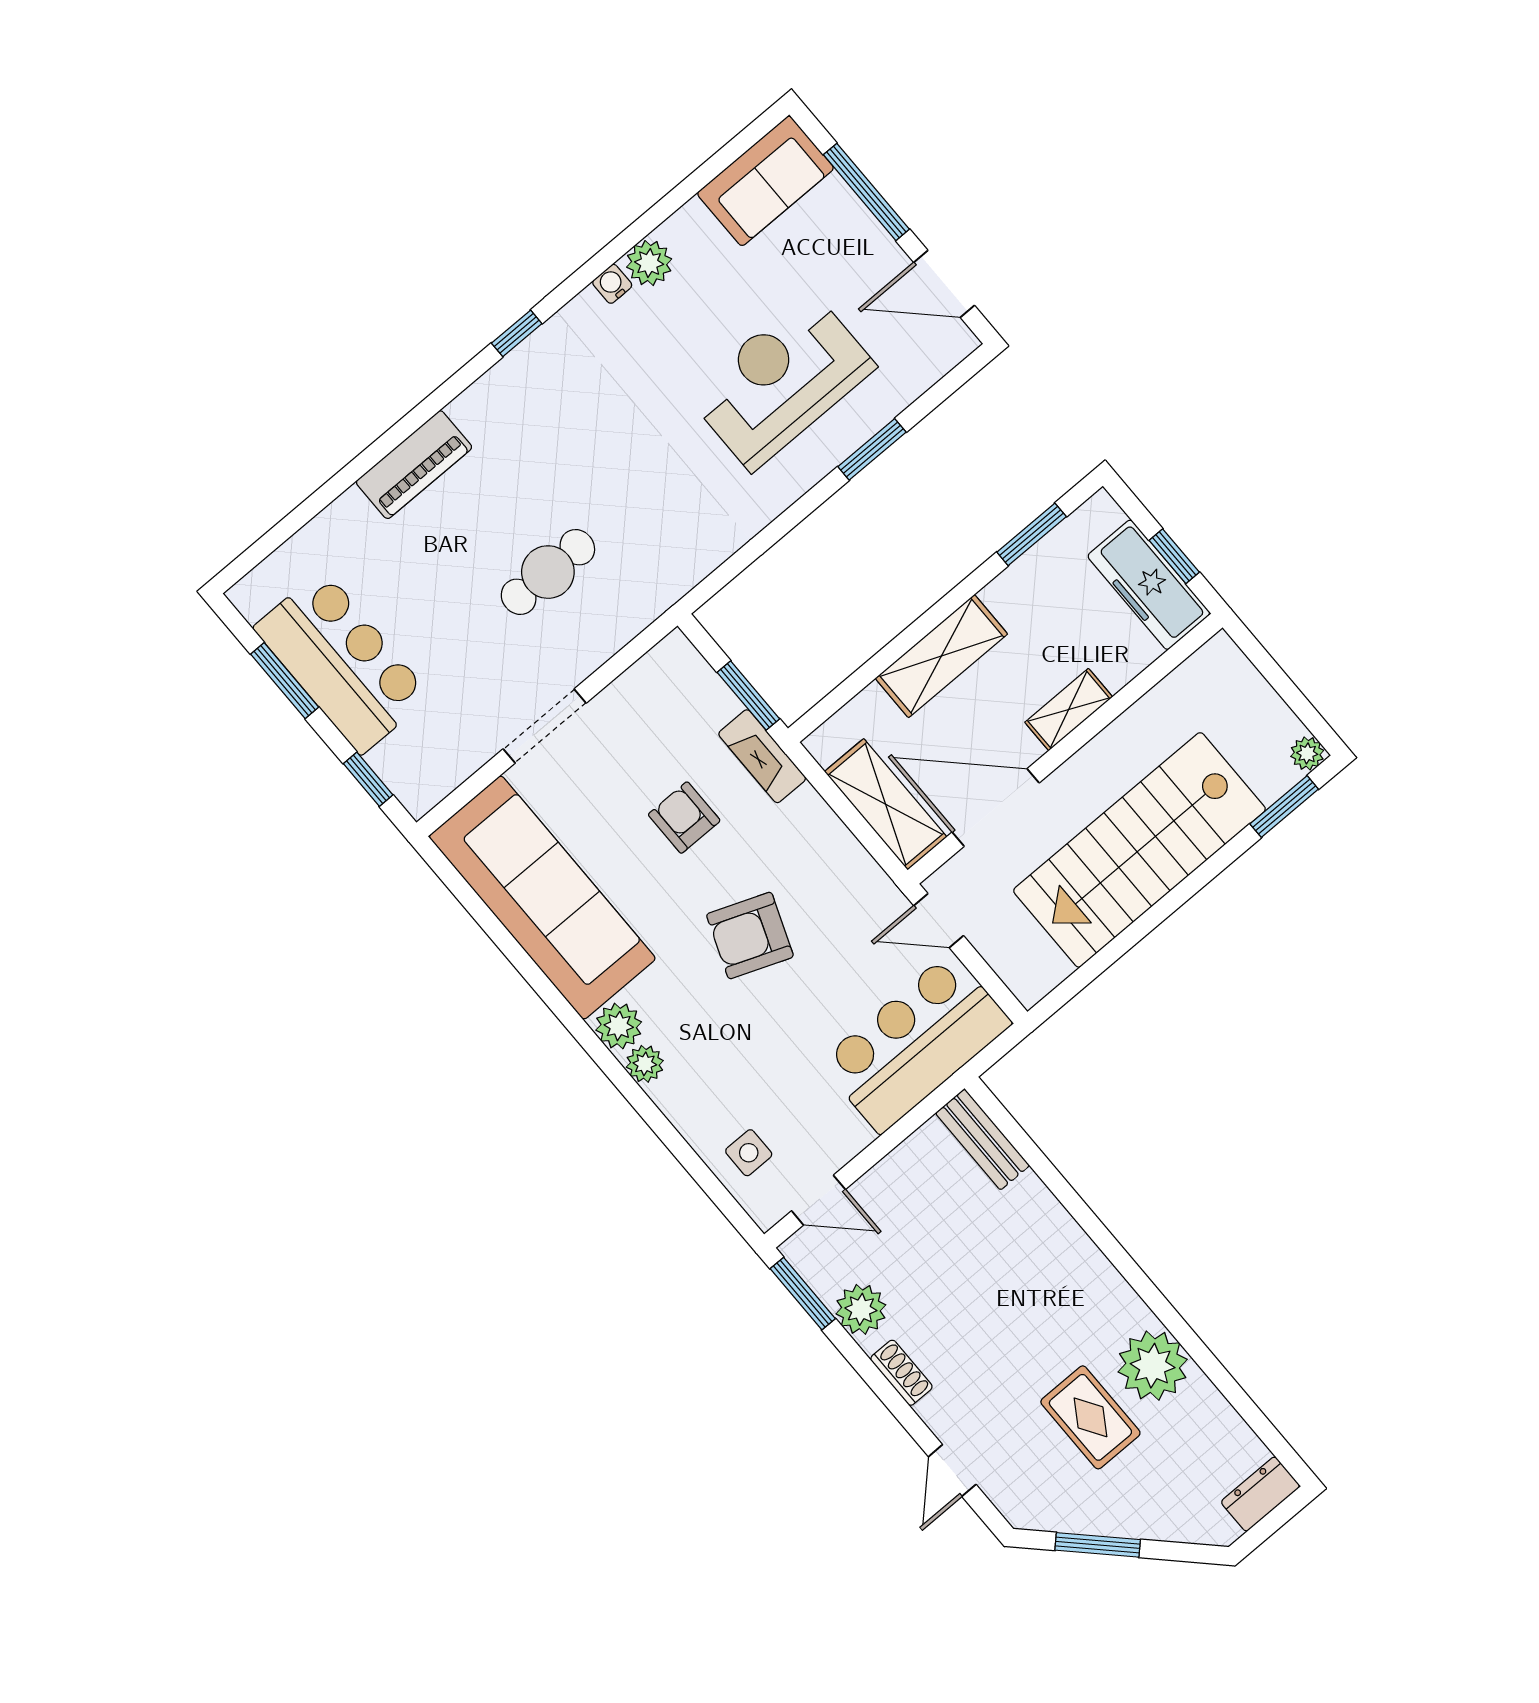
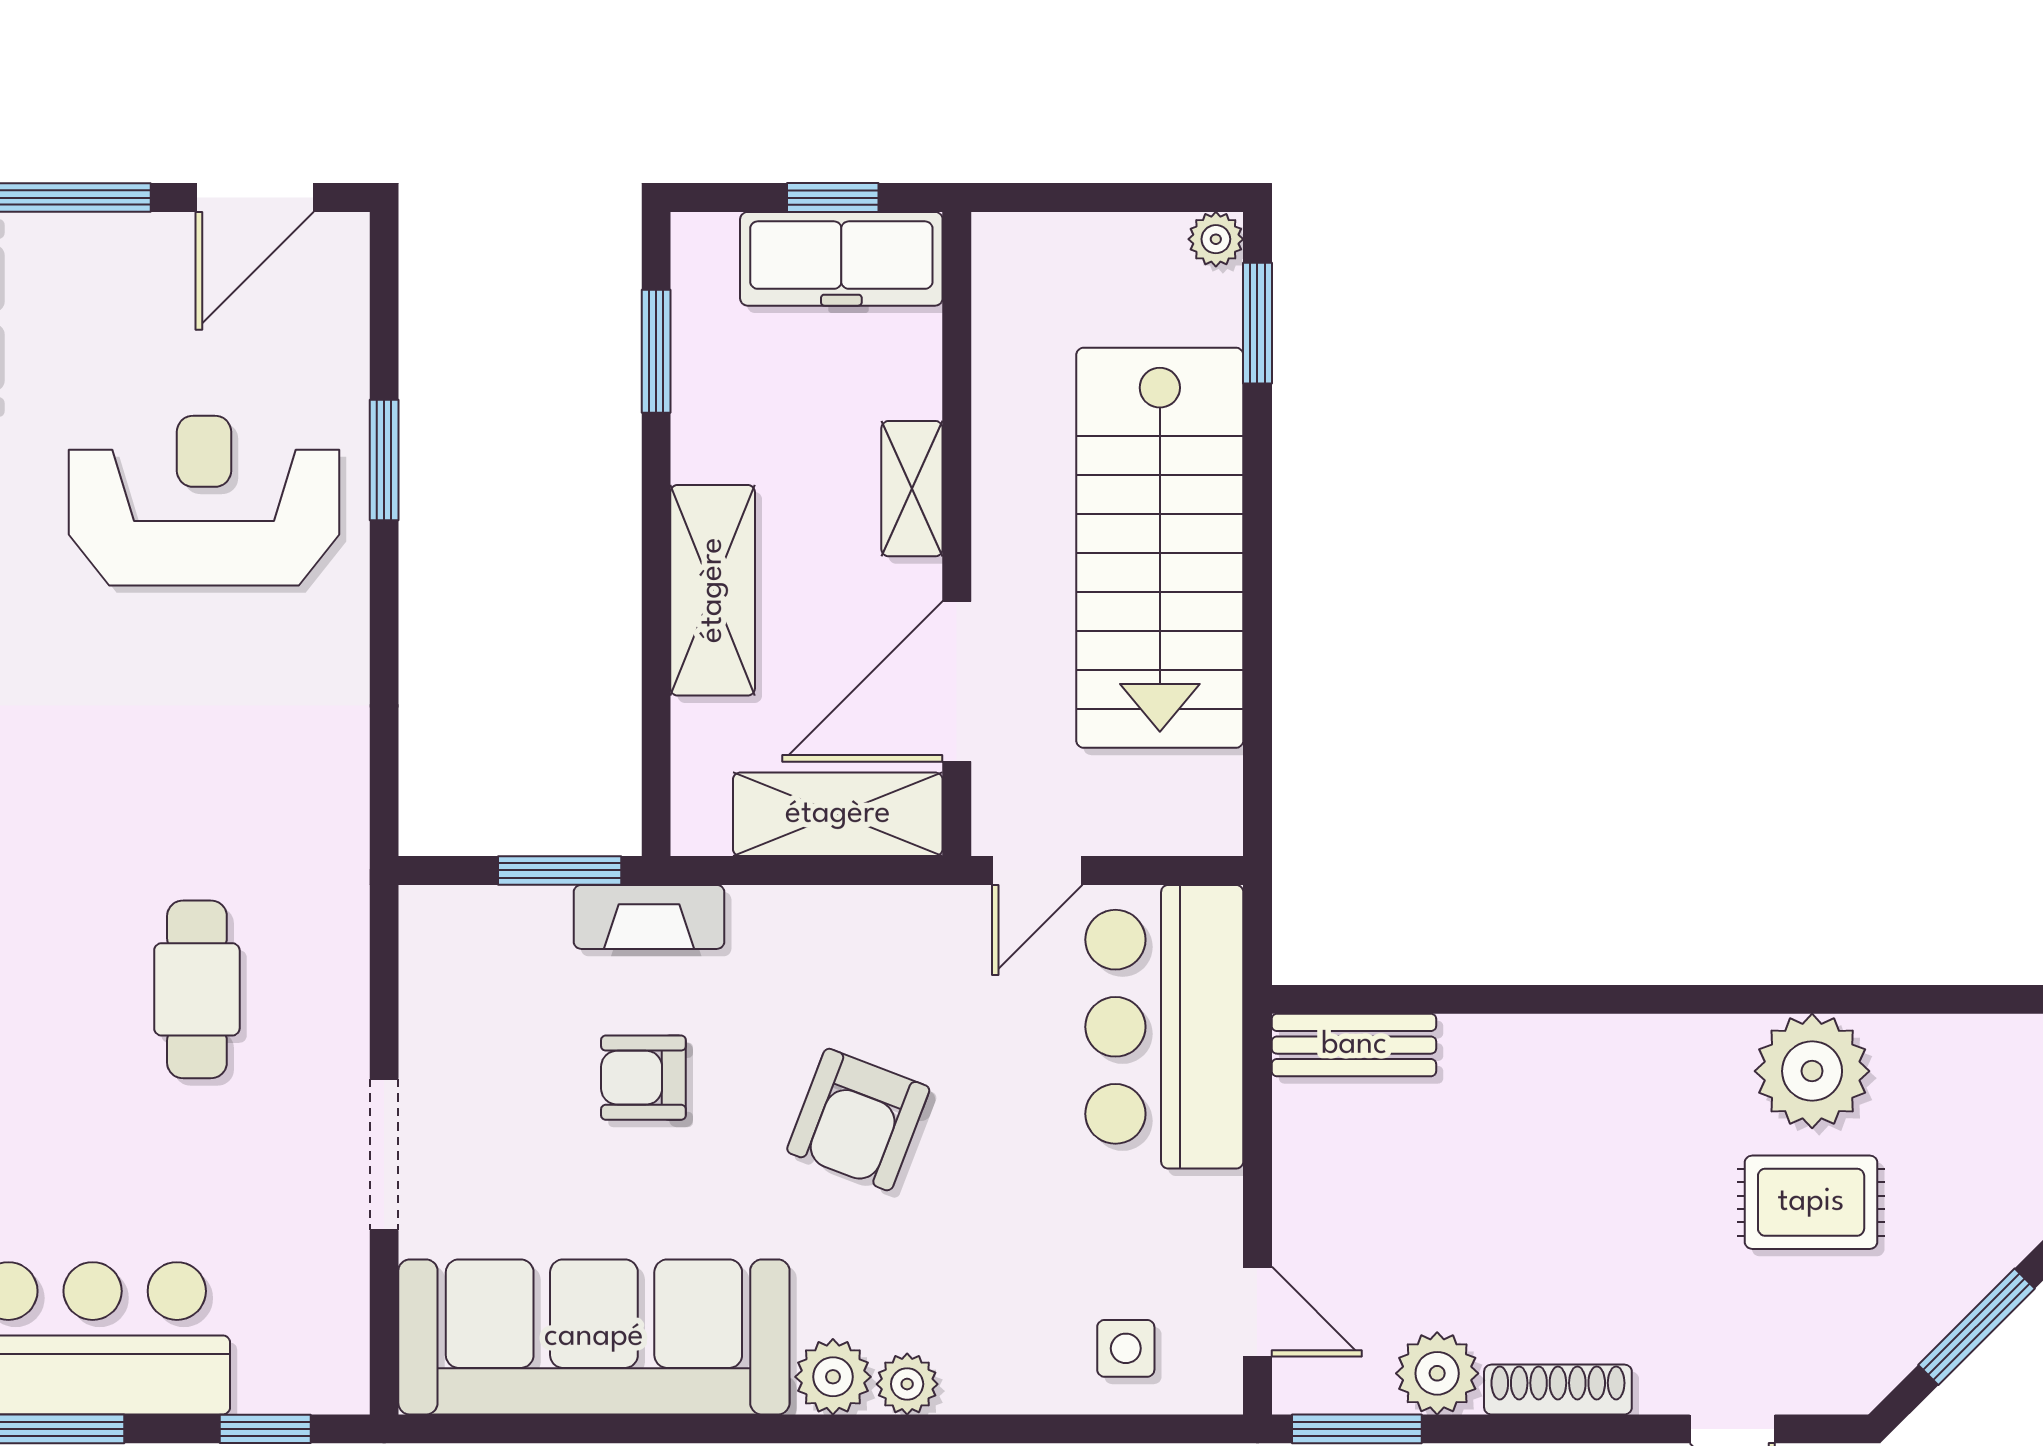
reception desk: (781, 381) -> (204, 501), turned 90
door: (818, 1200) -> (1257, 1312), hinge flipped
shoe rack: (901, 1373) -> (1558, 1390), width x1.43

